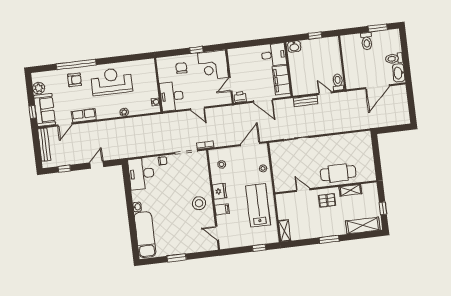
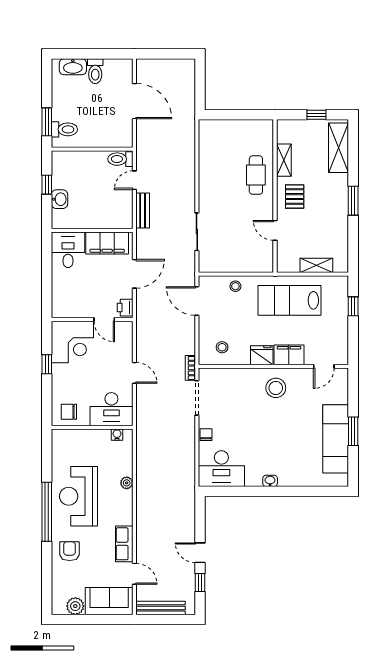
window: (378, 28) -> (47, 122), moved
toilet: (367, 41) -> (64, 129), moved
washbasin: (294, 47) -> (59, 199), moved
window: (76, 64) -> (47, 512), moved
chair: (181, 68) -> (69, 412), moved
washbasin: (399, 73) -> (73, 67), moved
door: (198, 108) -> (134, 373), hinge flipped
window: (33, 112) -> (110, 620), removed
door: (97, 165) -> (200, 553), moved
cafe table: (338, 173) -> (256, 175), width x0.73, depth x0.74
door: (303, 190) -> (275, 230), hinge flipped
filing cabinet: (222, 209) -> (289, 355), width x2.00
shelving: (285, 231) -> (316, 265), moved
exam couch: (145, 235) -> (336, 439), moved, turned -90

